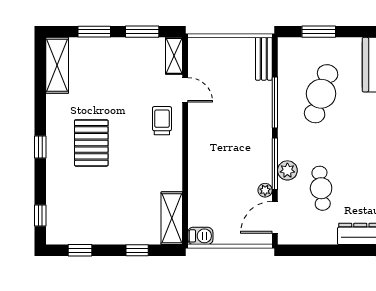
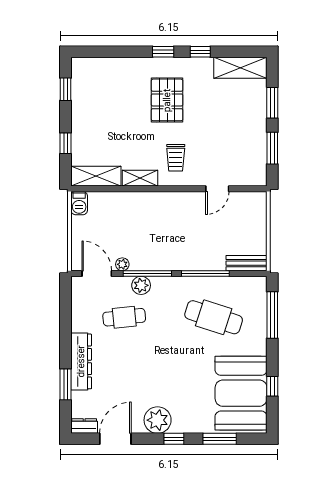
window: (319, 32) -> (272, 315), width x1.44
shelving: (174, 56) -> (140, 178), moved
trolley: (162, 121) -> (176, 158), moved, turned 90
pallet: (91, 143) -> (167, 100), turned 90
window: (40, 215) -> (200, 52), moved

